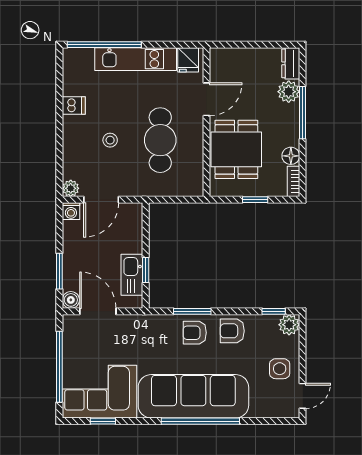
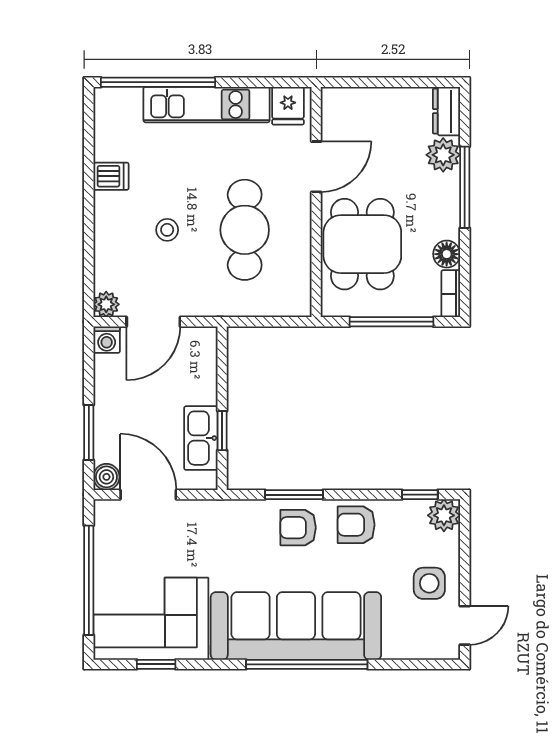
window: (255, 200) -> (391, 322), width x2.17

